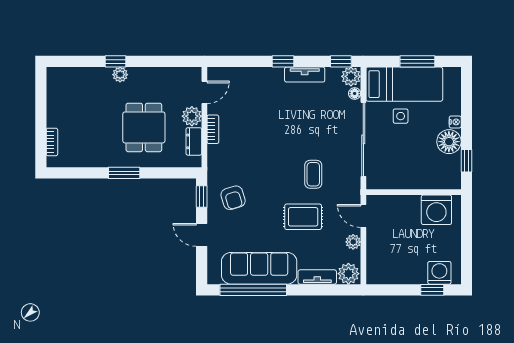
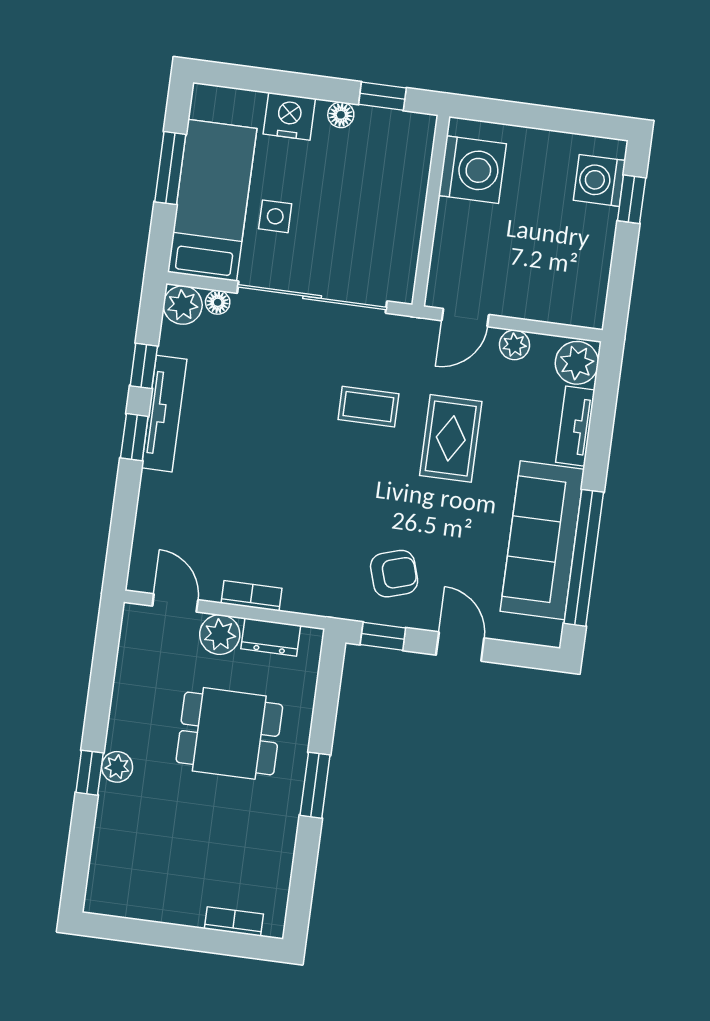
window: (341, 61) -> (144, 366), moved
tv unit: (305, 75) -> (164, 414), width x1.41
nightstand: (455, 122) -> (289, 116), width x1.89, depth x1.79
floor lamp: (449, 142) -> (341, 115), width x0.53, depth x0.53
door: (202, 235) -> (460, 646), swing flipped

